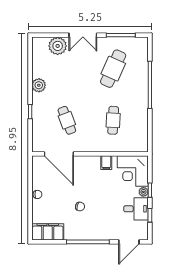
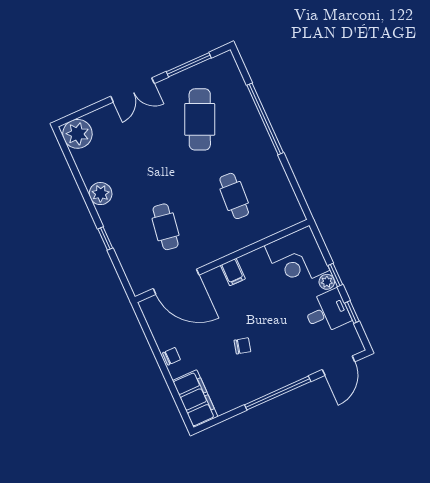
plant: (58, 46) -> (77, 134), moved
cafe table: (67, 120) -> (166, 227), turned 30
filing cabinet: (106, 163) -> (233, 272), moved
filing cabinet: (48, 232) -> (195, 399), moved, turned 90

